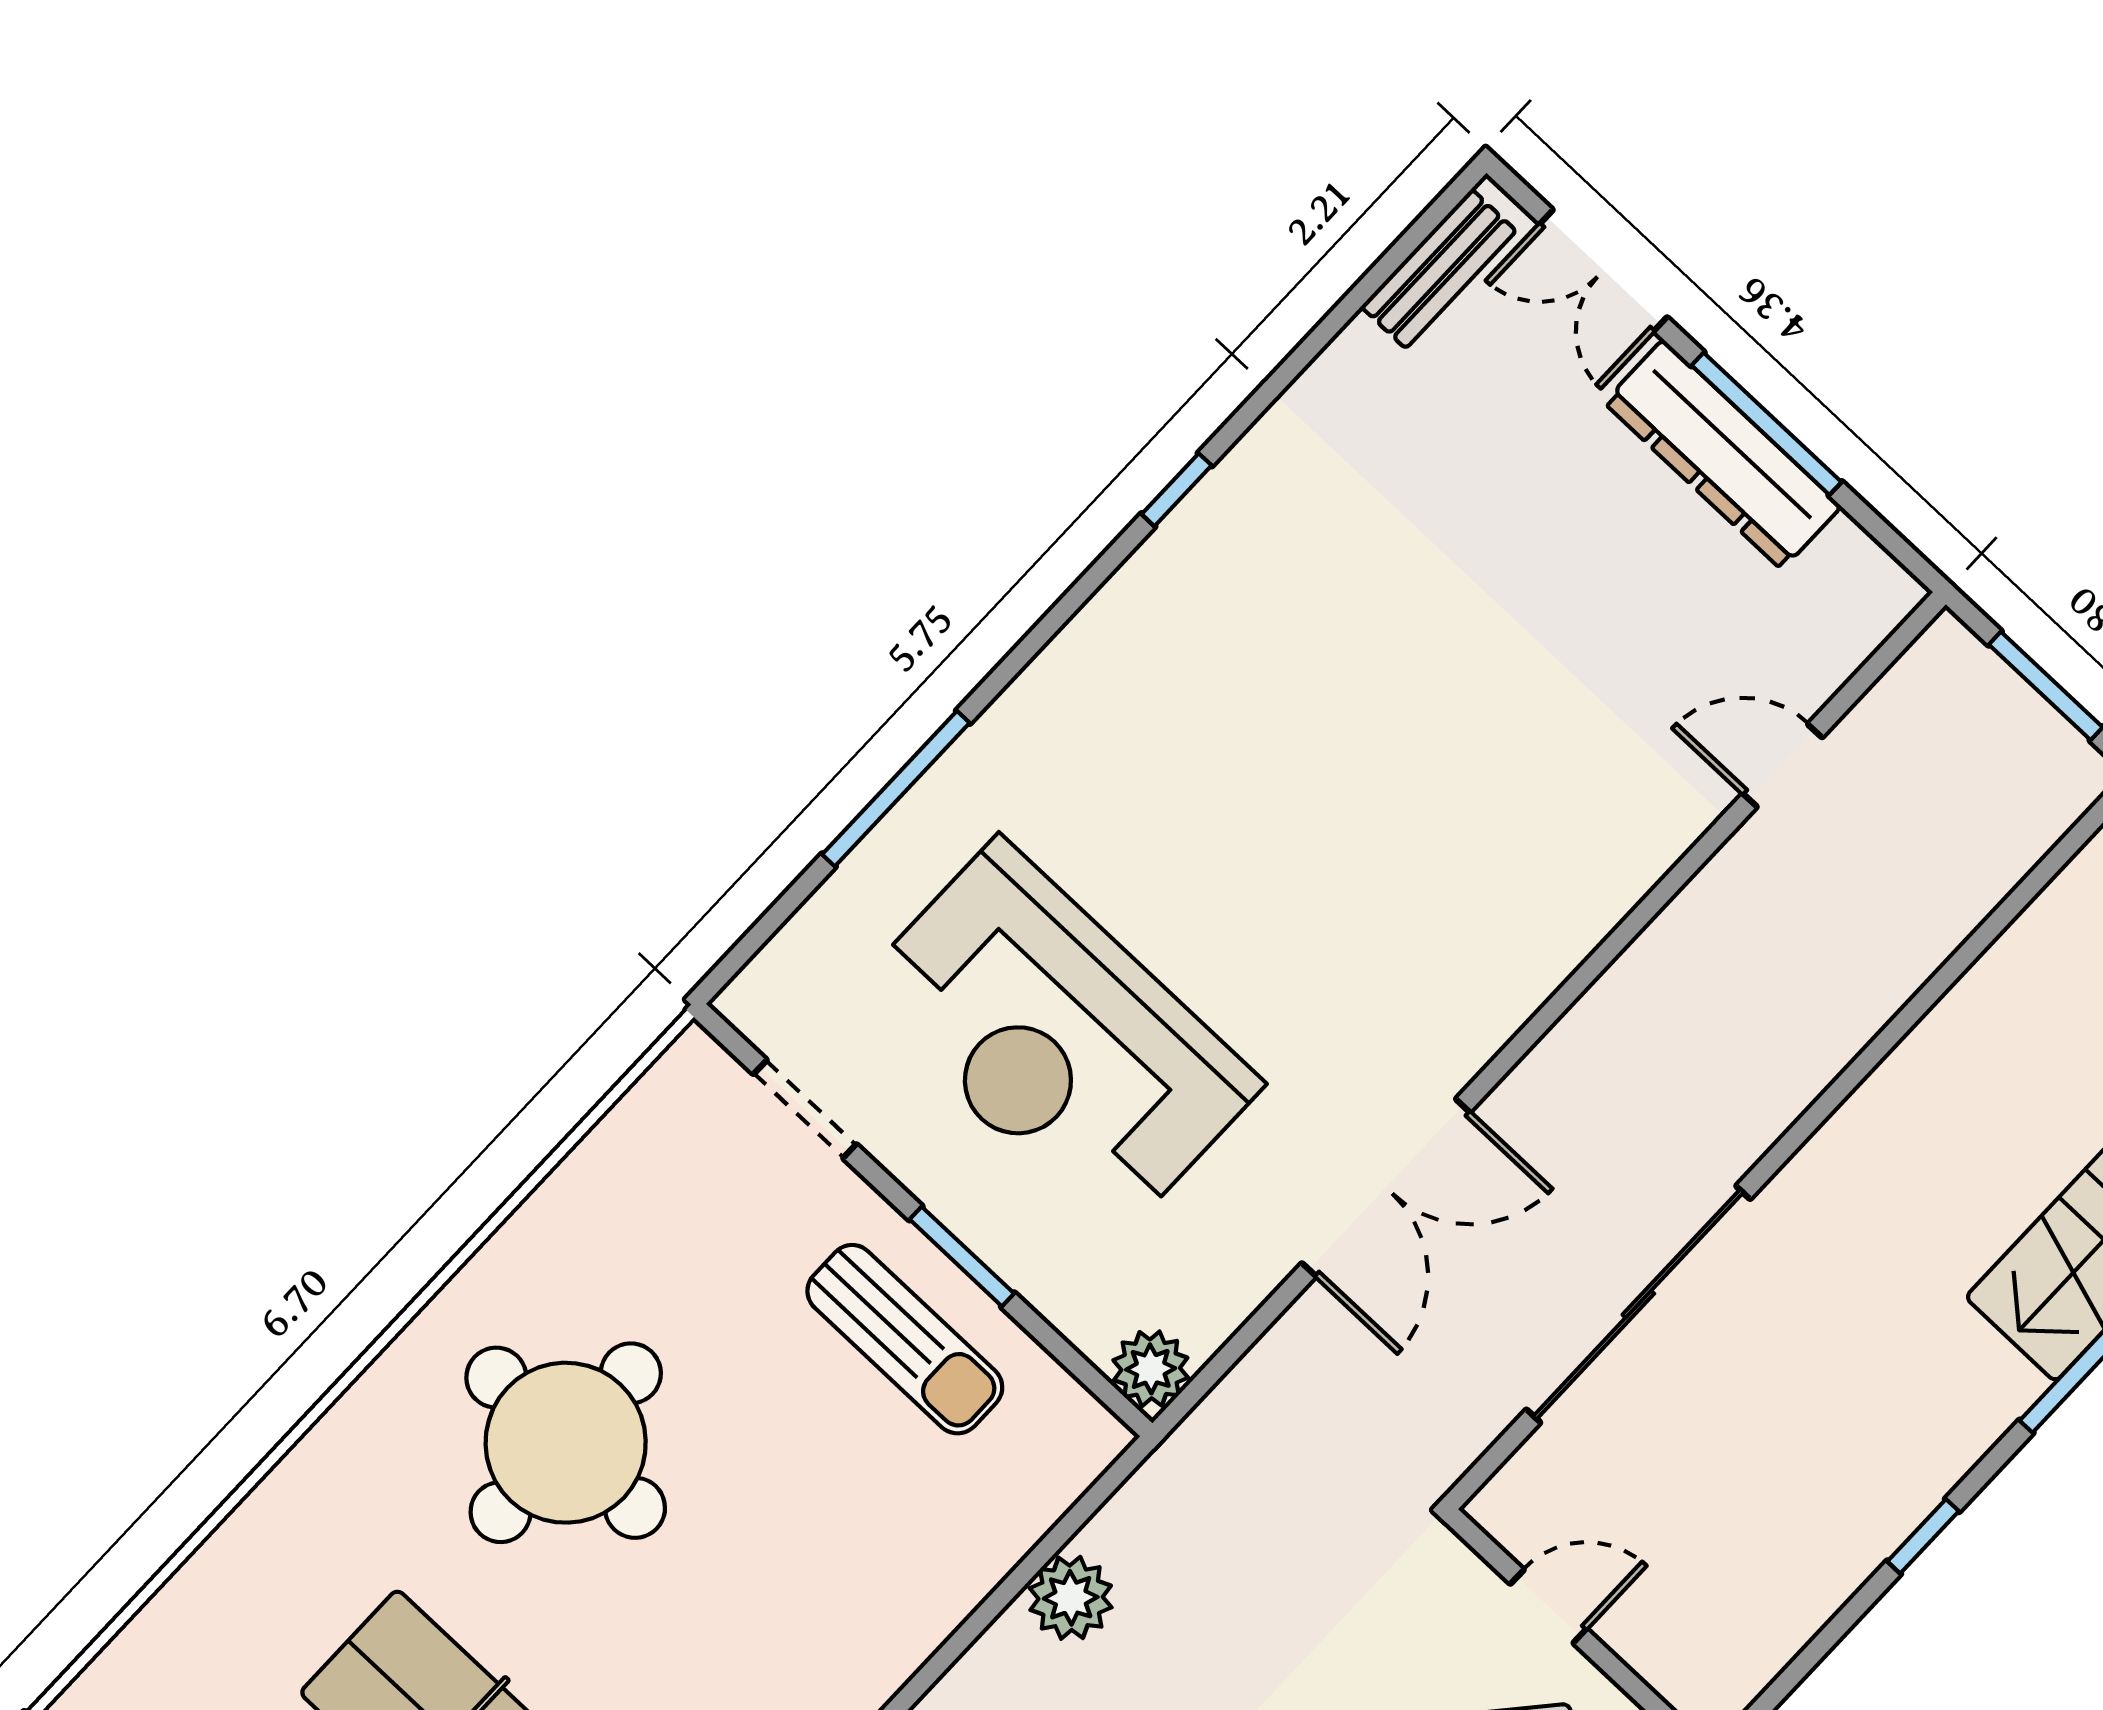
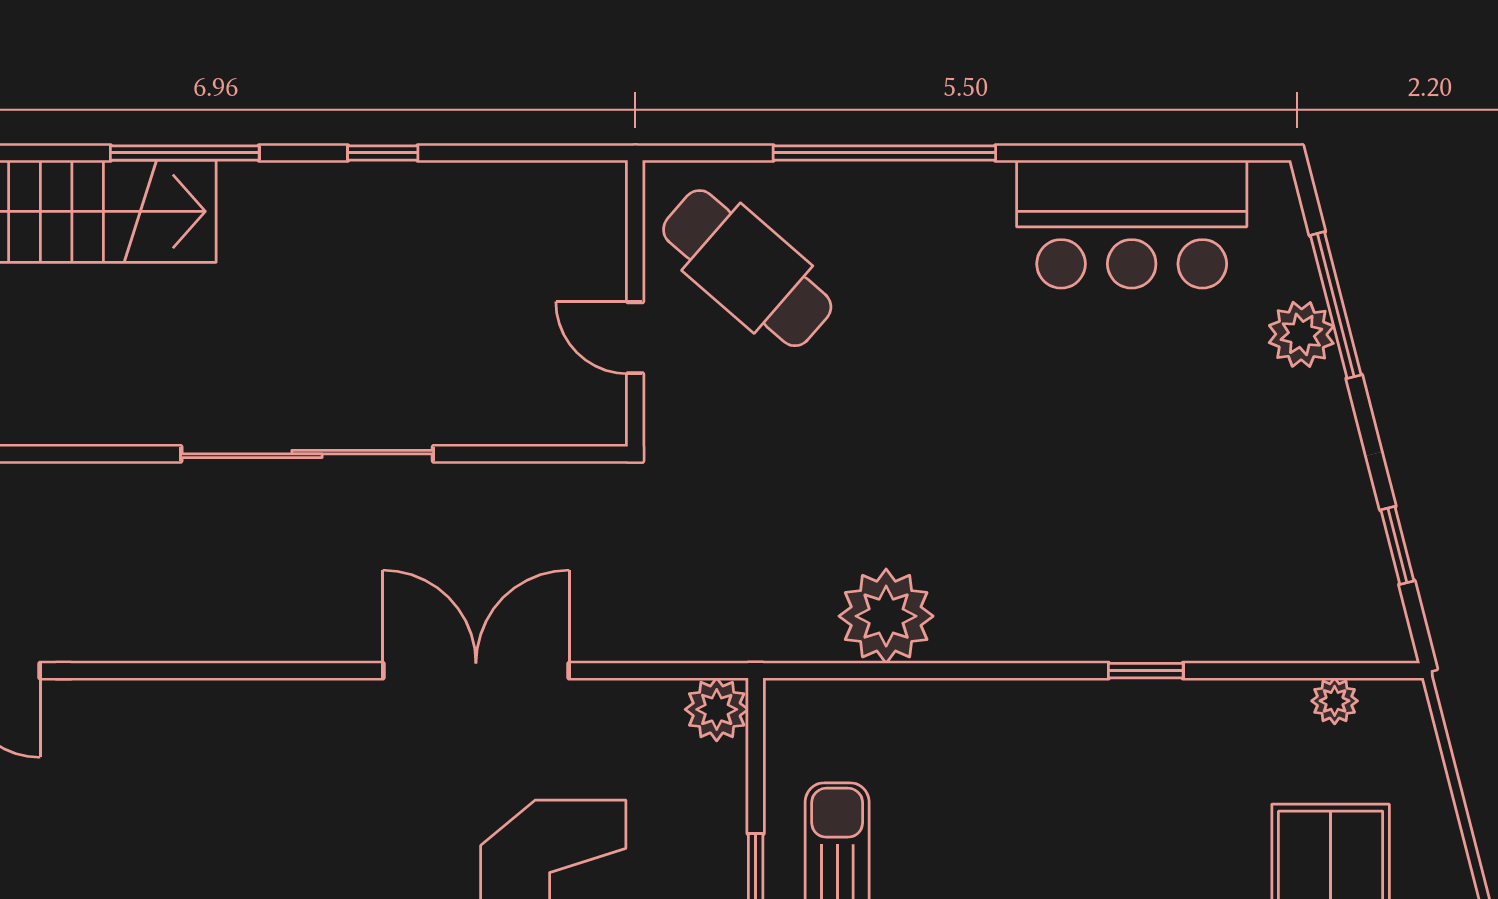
sliding door: (1638, 1304) -> (307, 454), moved
plant: (1071, 1598) -> (886, 616), width x1.36, depth x1.36

